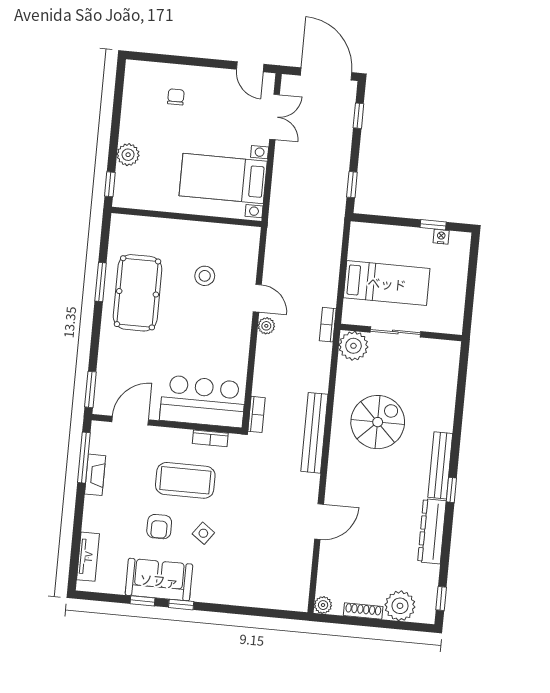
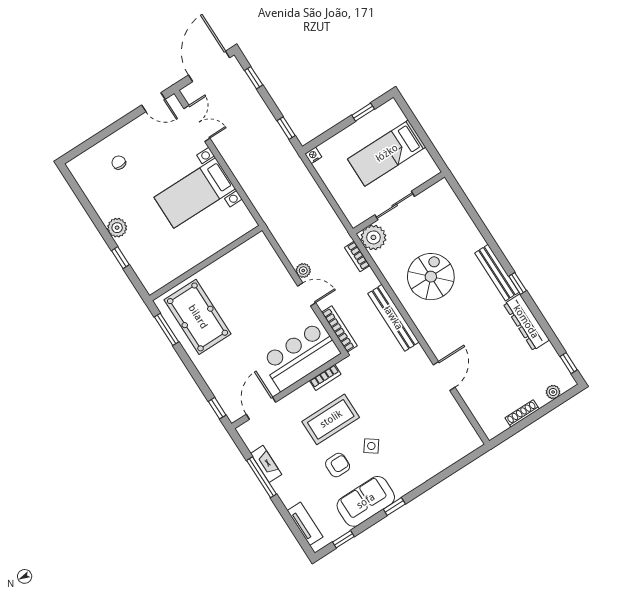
door: (326, 74) -> (209, 66), hinge flipped
wall: (186, 217) -> (206, 263), moved
nightstand: (441, 237) -> (313, 155), moved
stool: (205, 276) -> (234, 269), removed
bed: (387, 283) -> (387, 153), moved, turned 180
door: (257, 298) -> (307, 294), moved
bookcase: (328, 325) -> (357, 256), moved
window: (90, 389) -> (217, 408), width x0.67
bookcase: (257, 414) -> (339, 329), width x1.56
window: (84, 458) -> (261, 477), moved
armchair: (159, 527) -> (338, 465), turned -90
window: (143, 601) -> (343, 539), moved
plant: (323, 605) -> (492, 431), removed
plant: (400, 606) -> (553, 392), width x0.53, depth x0.53

